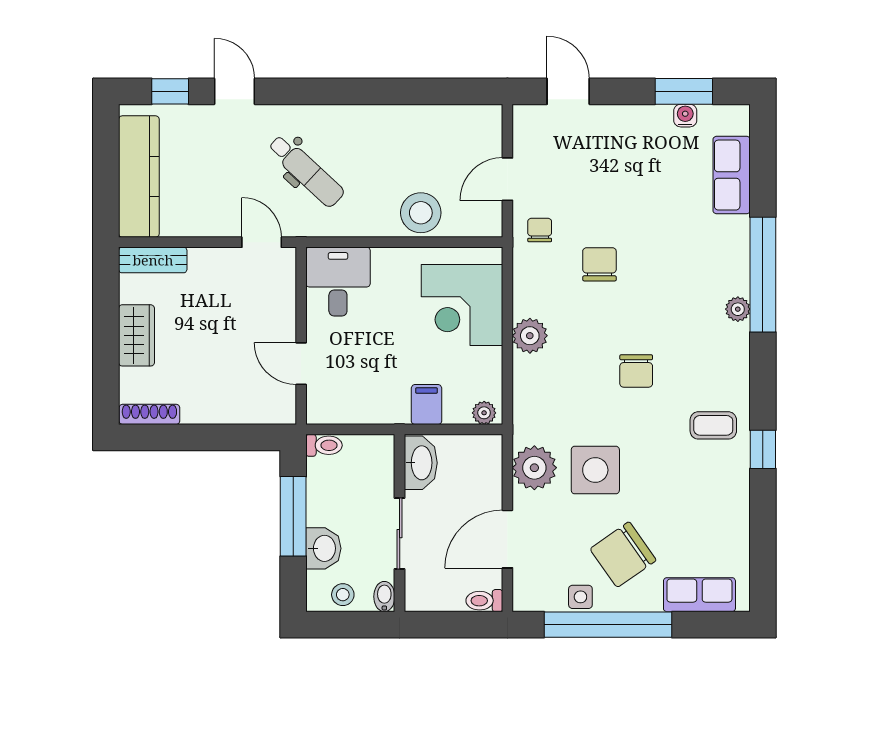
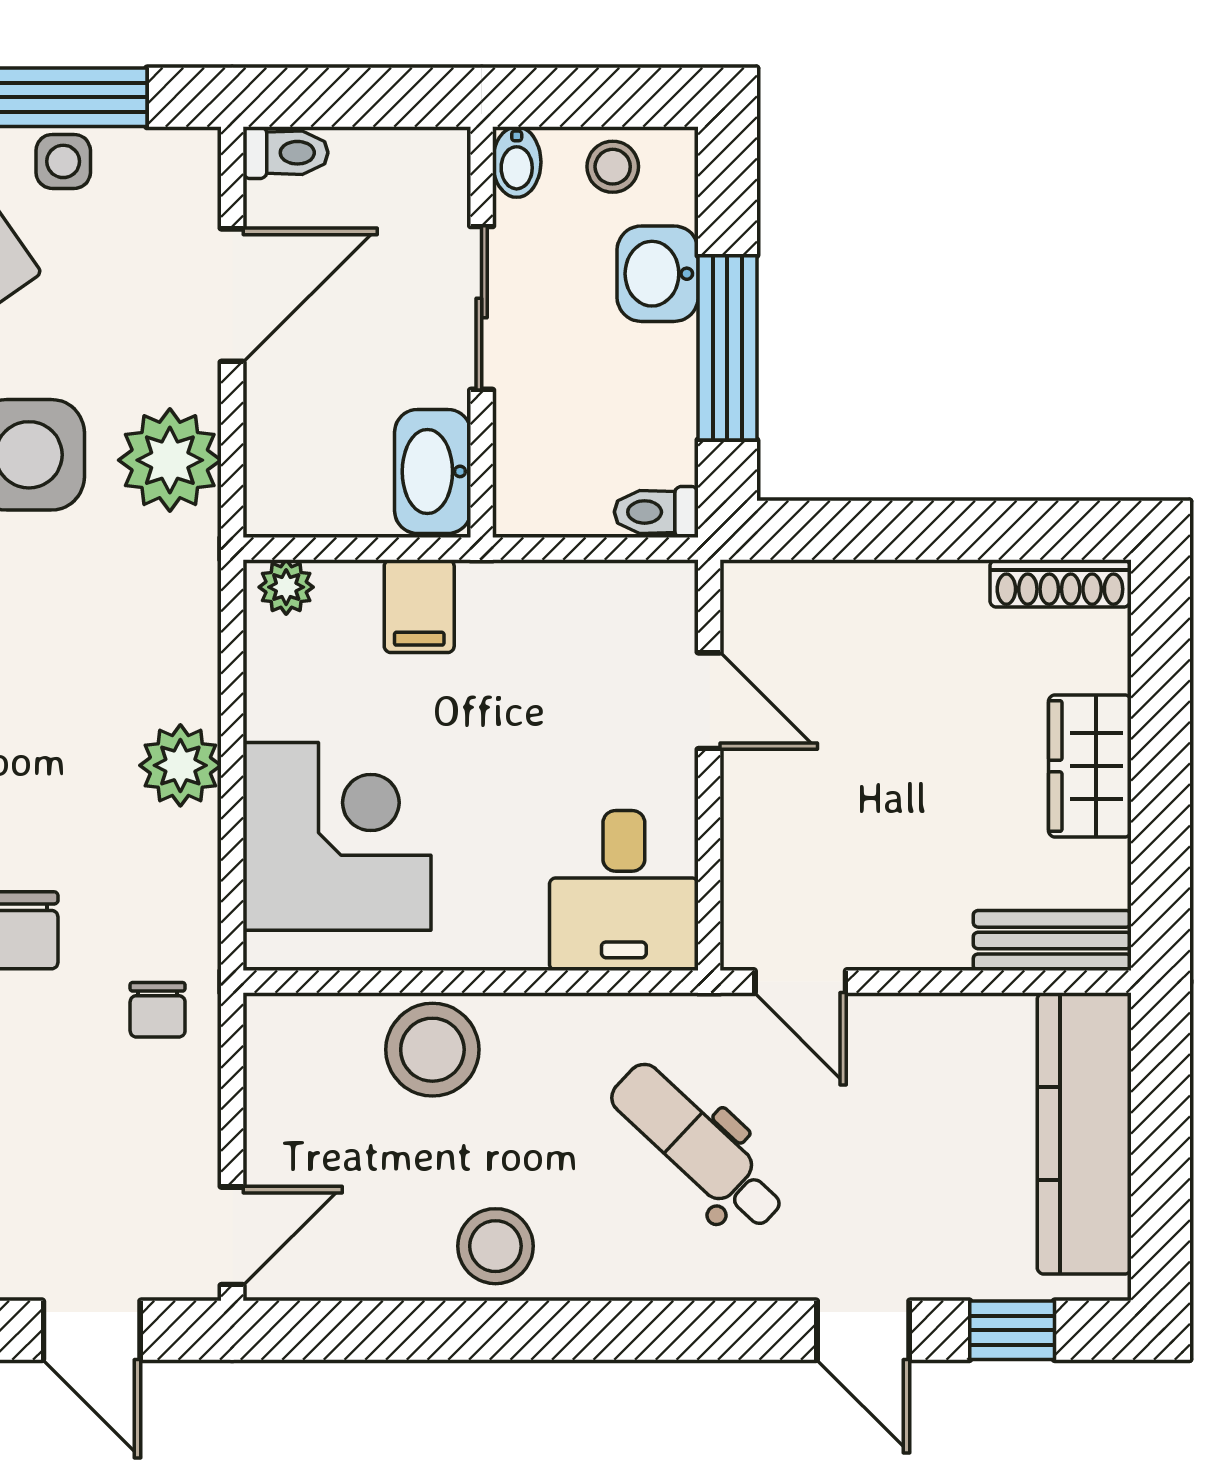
stool: (394, 128) -> (495, 1246), added
door: (507, 179) -> (232, 1236), moved

